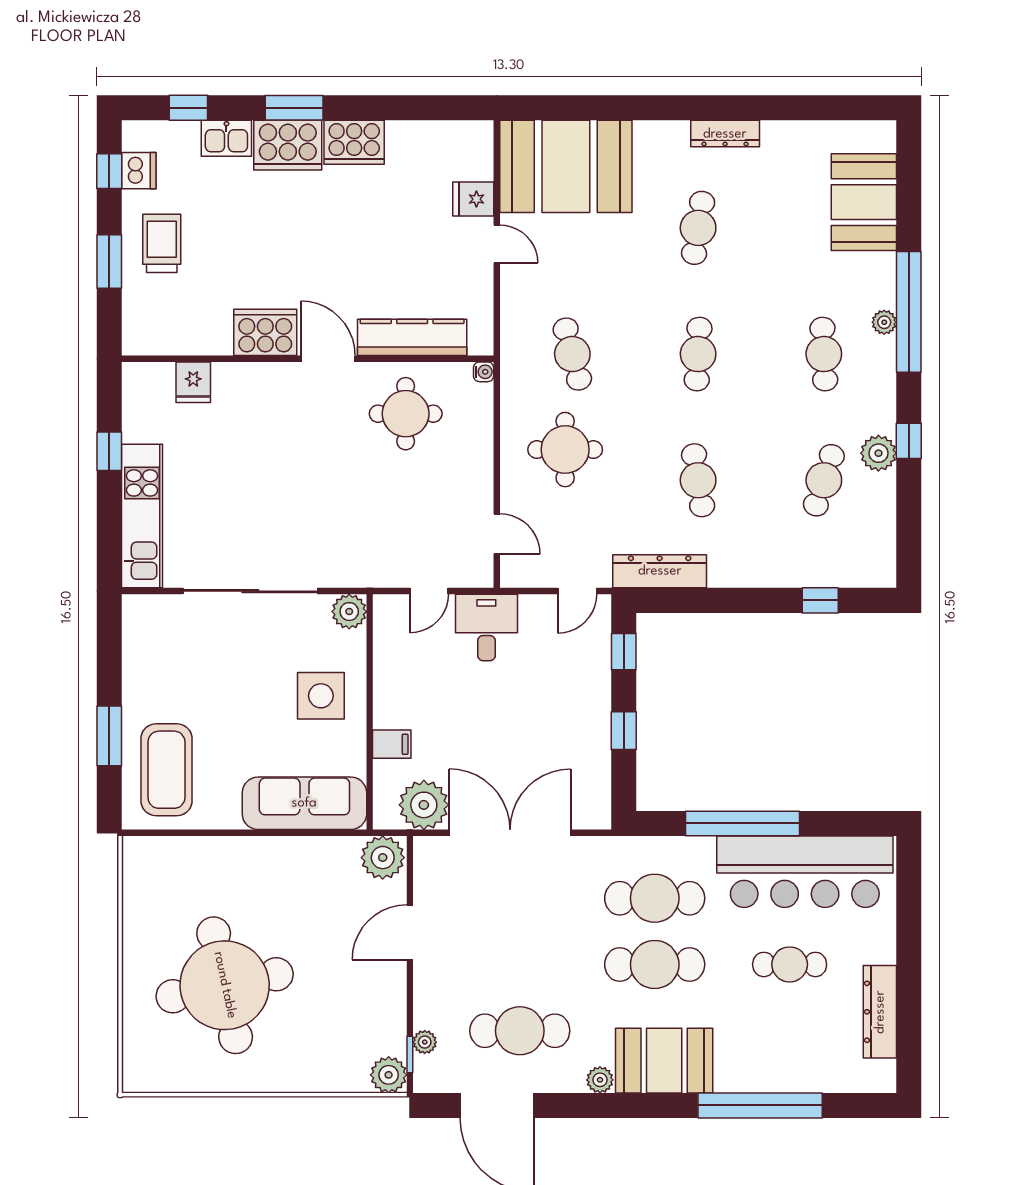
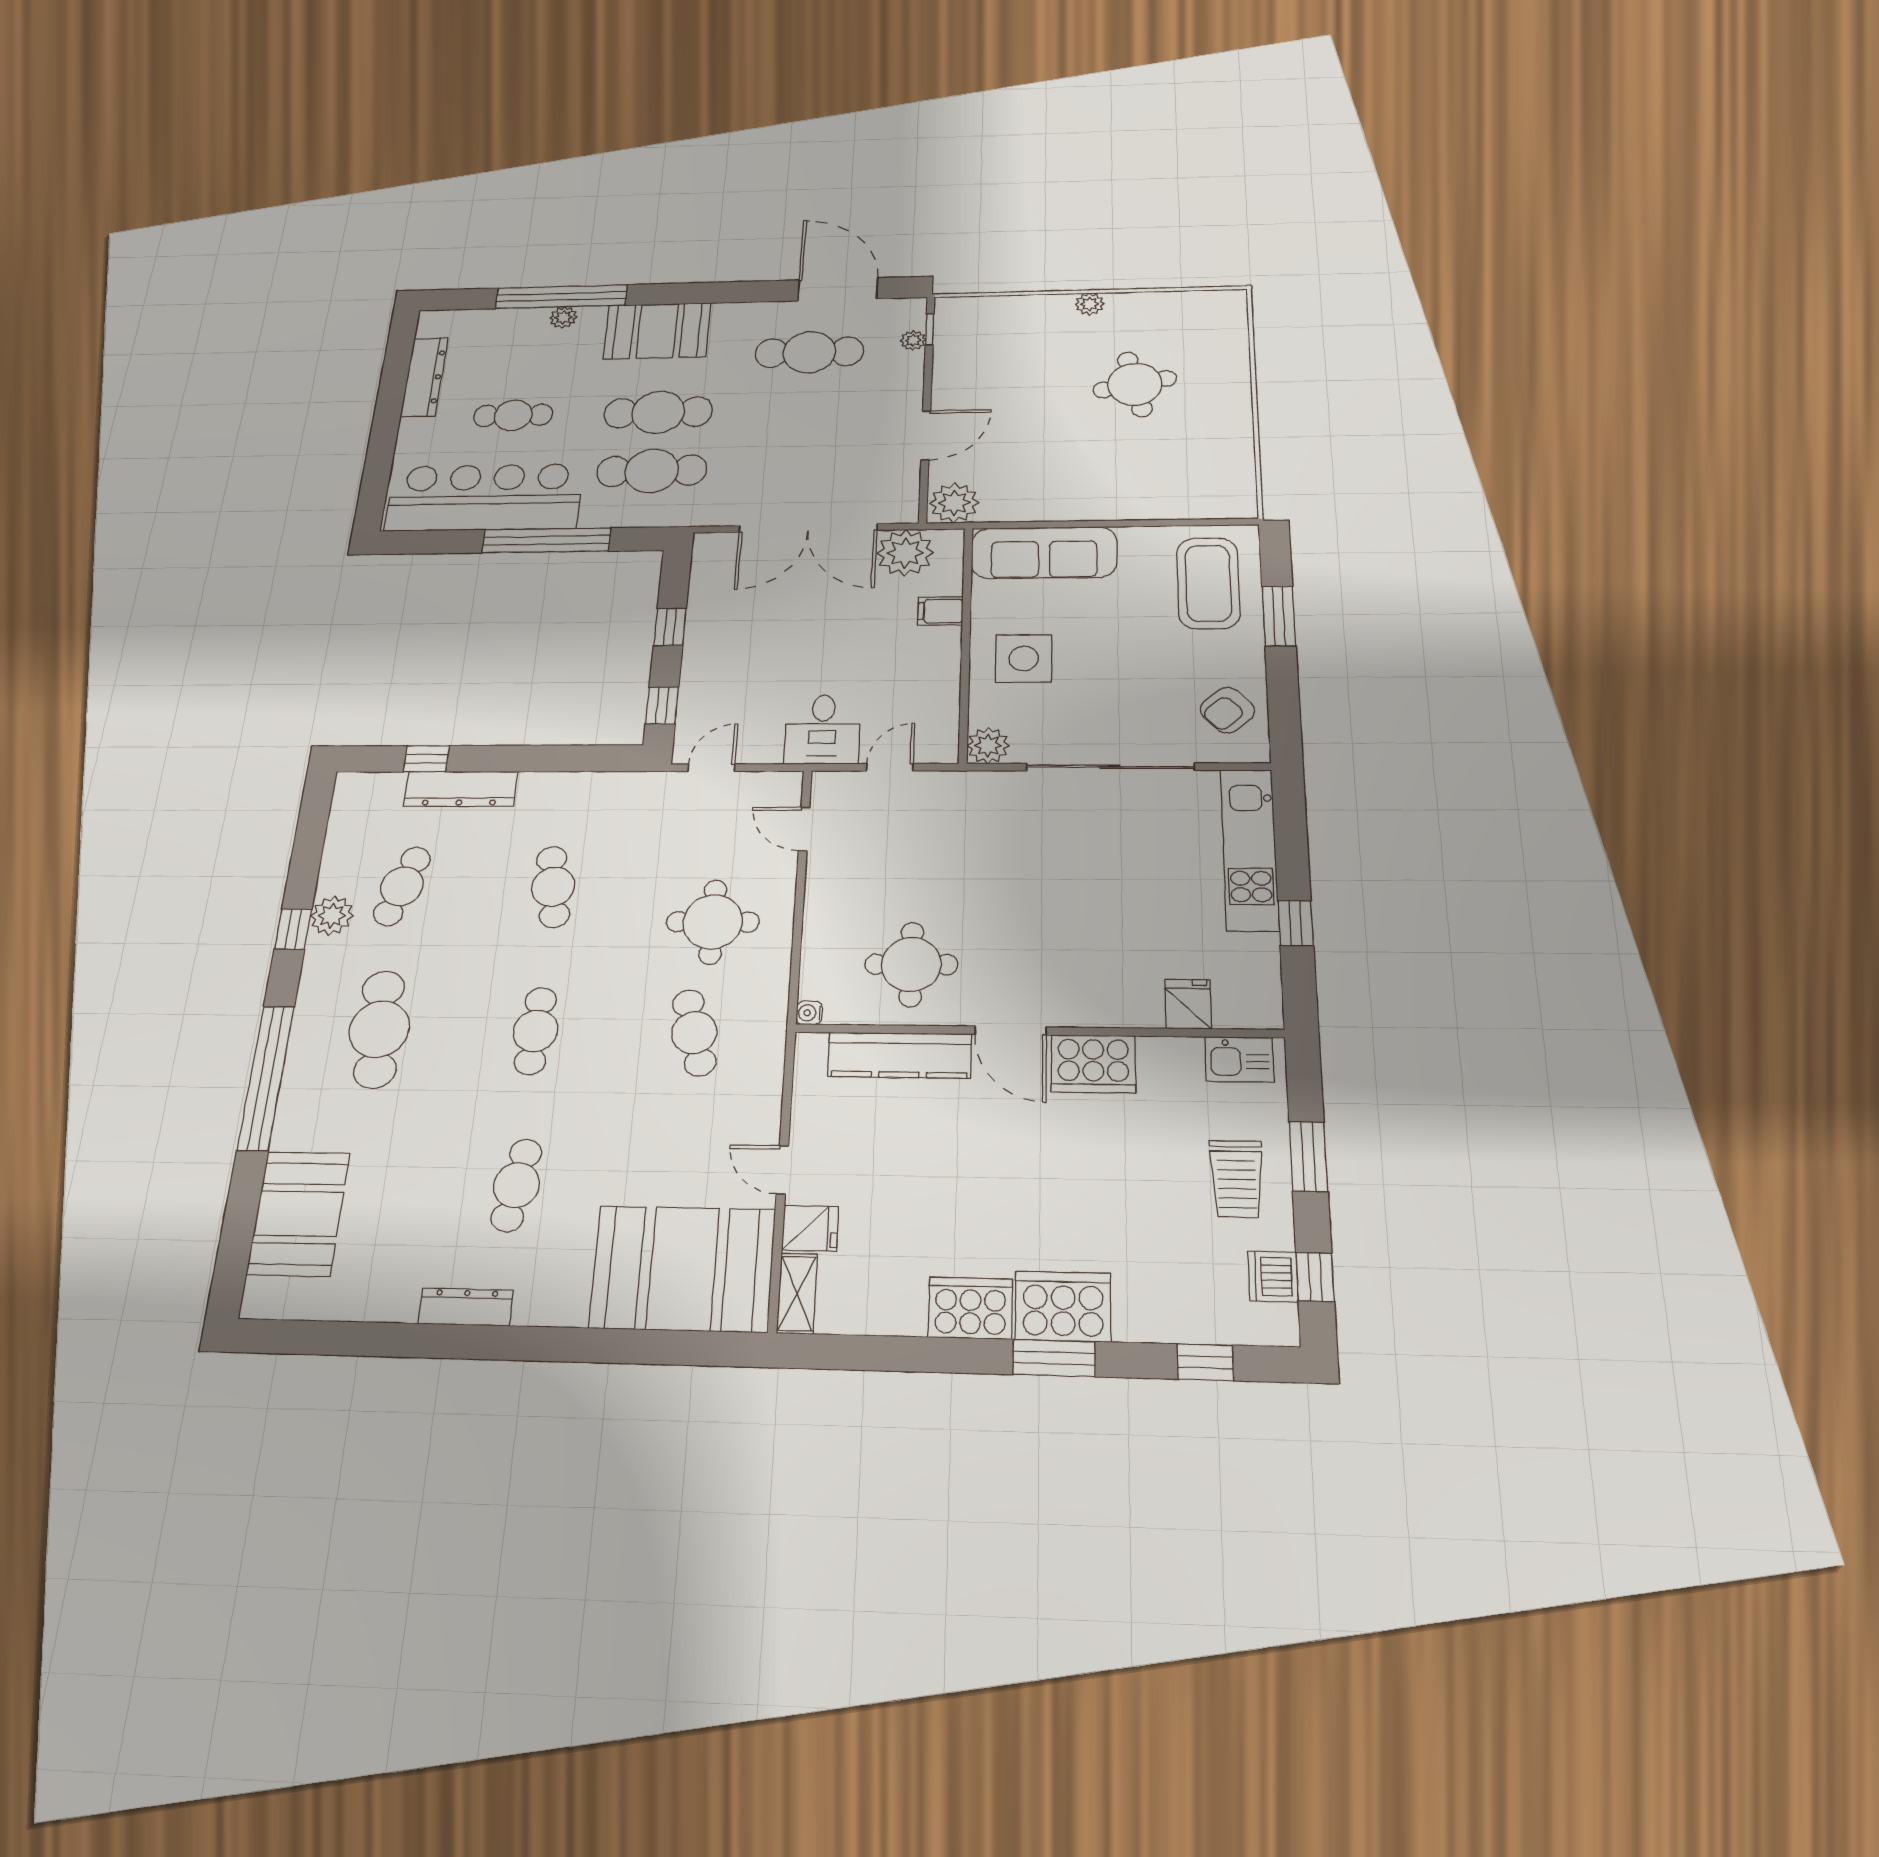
kitchen sink: (226, 138) -> (1239, 1059), moved, turned 180
shelving: (480, 150) -> (797, 1293), added
plant: (884, 322) -> (298, 1066), removed
cafe table: (824, 354) -> (379, 1029), width x1.37, depth x1.35
dresser: (660, 571) -> (461, 789), moved
armchair: (155, 644) -> (1227, 710), added
round table: (225, 985) -> (1135, 384), width x0.54, depth x0.54
plant: (389, 1075) -> (1090, 304), moved, width x0.73, depth x0.73
plant: (600, 1080) -> (563, 317), moved

